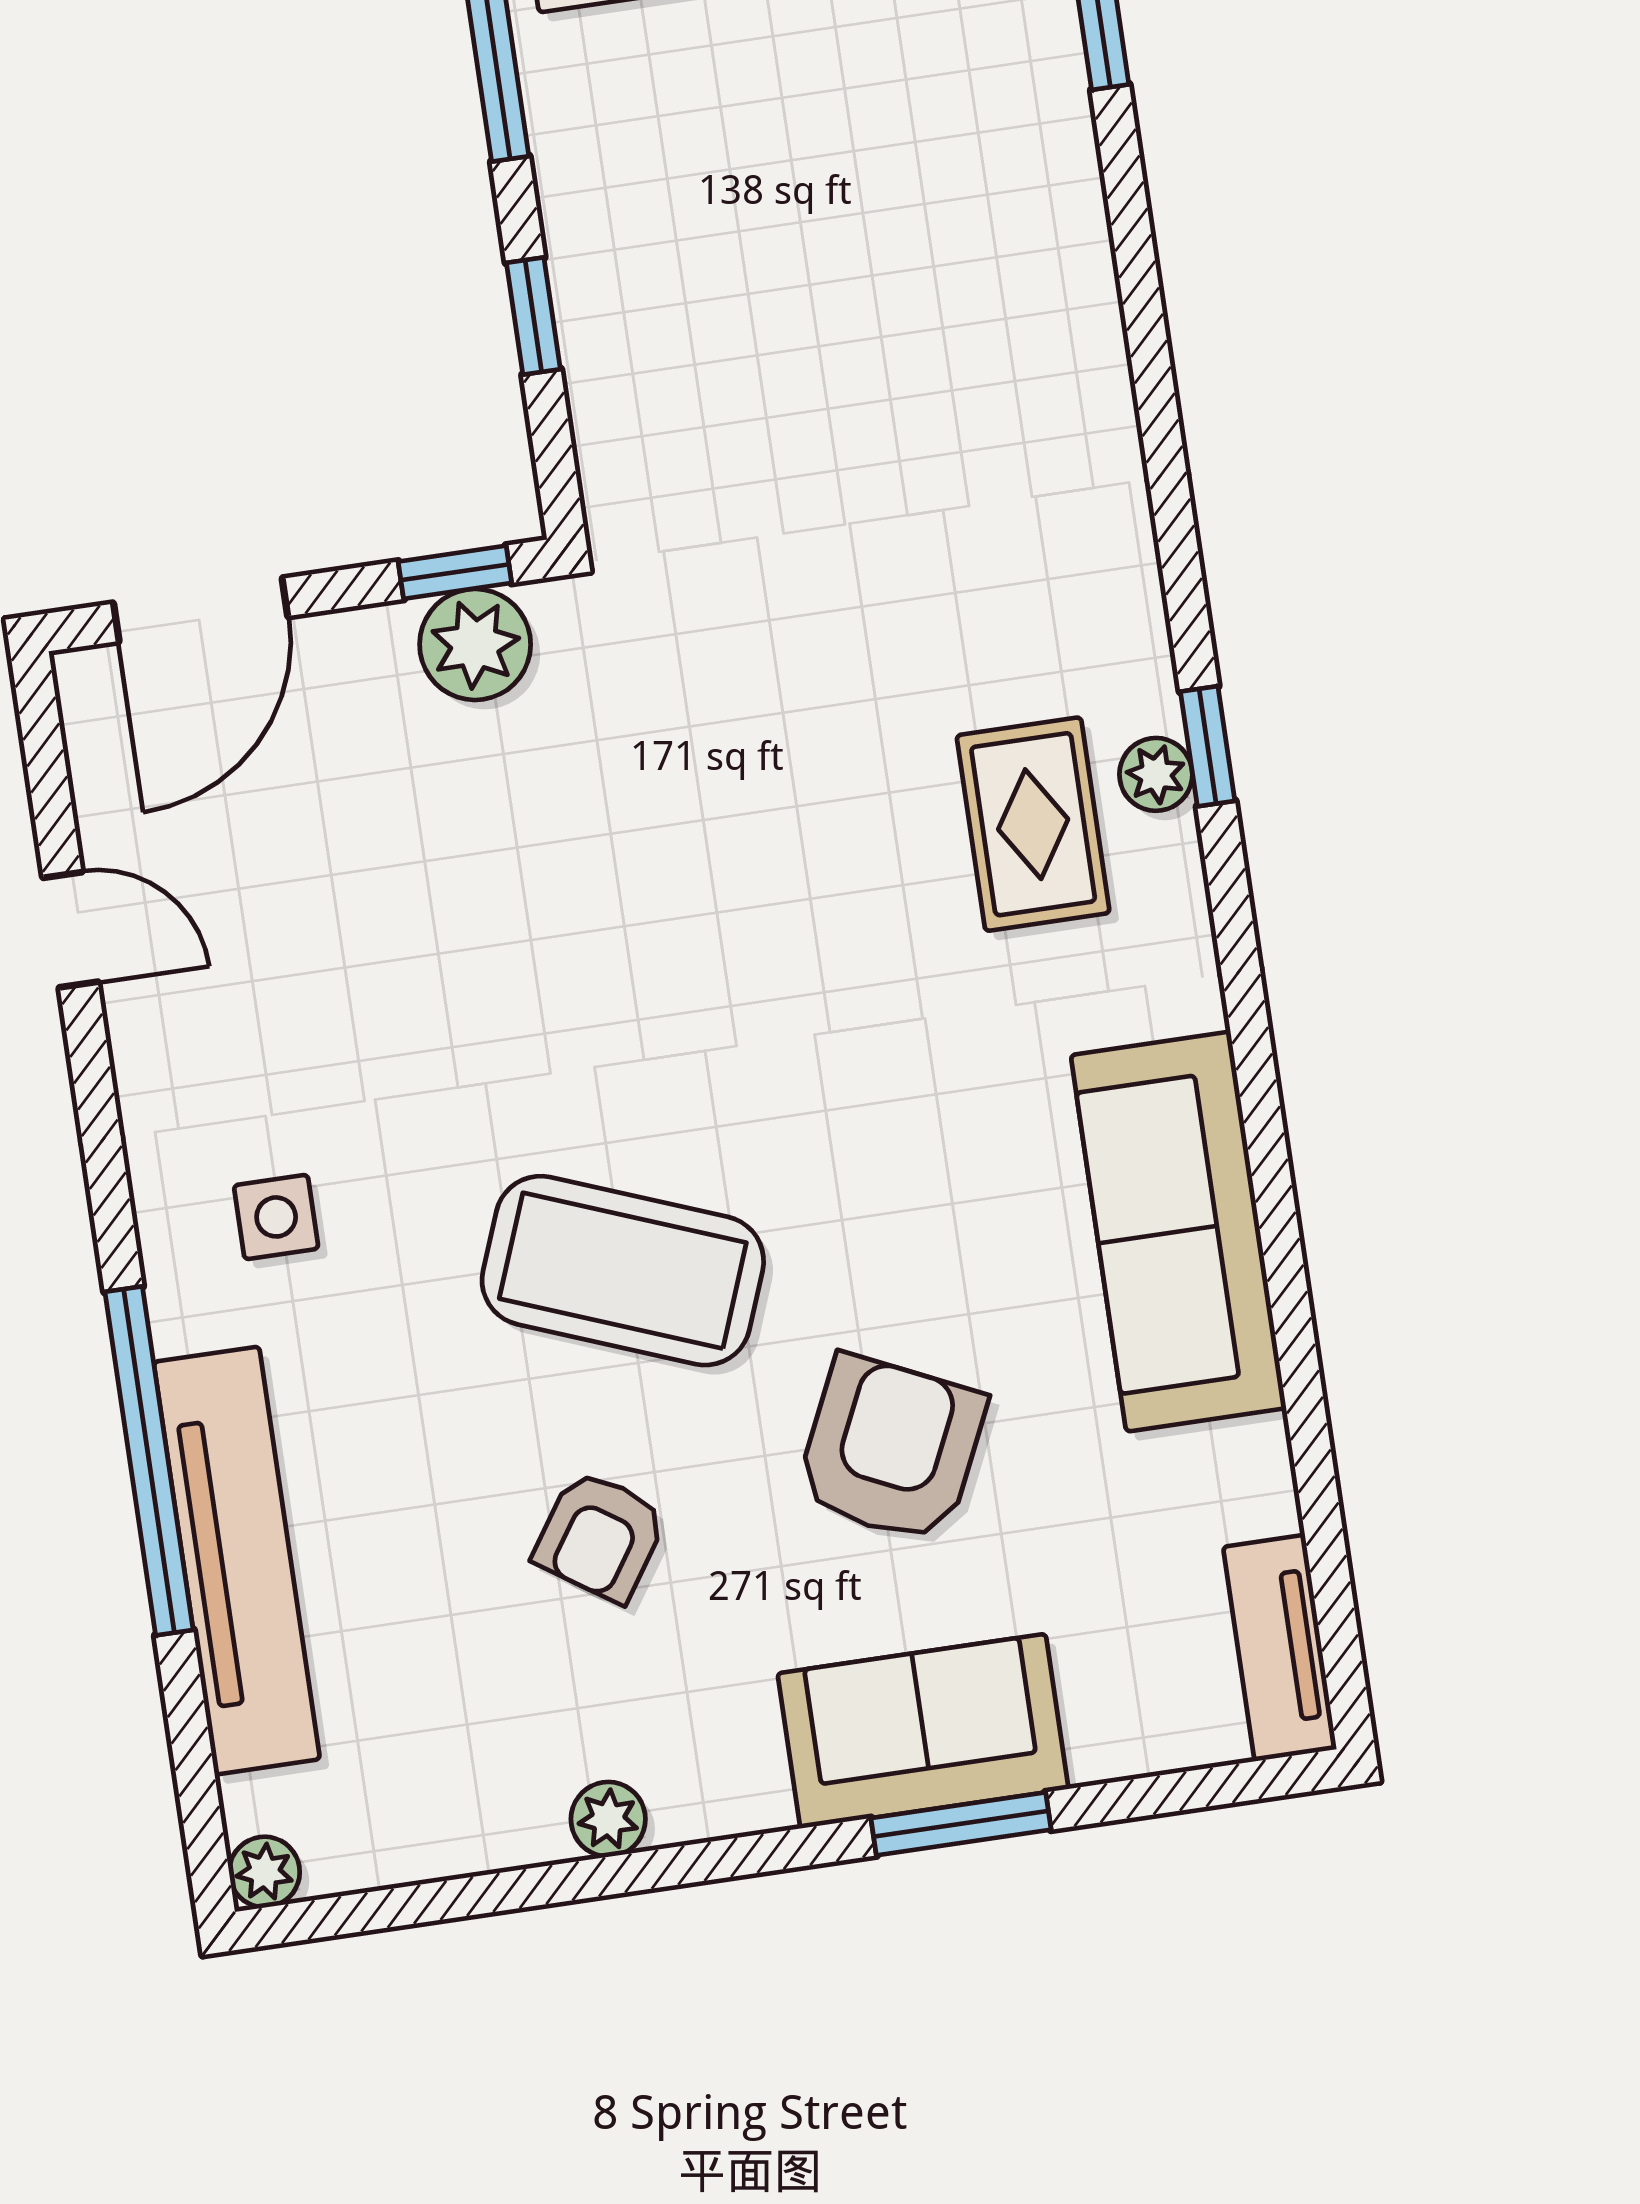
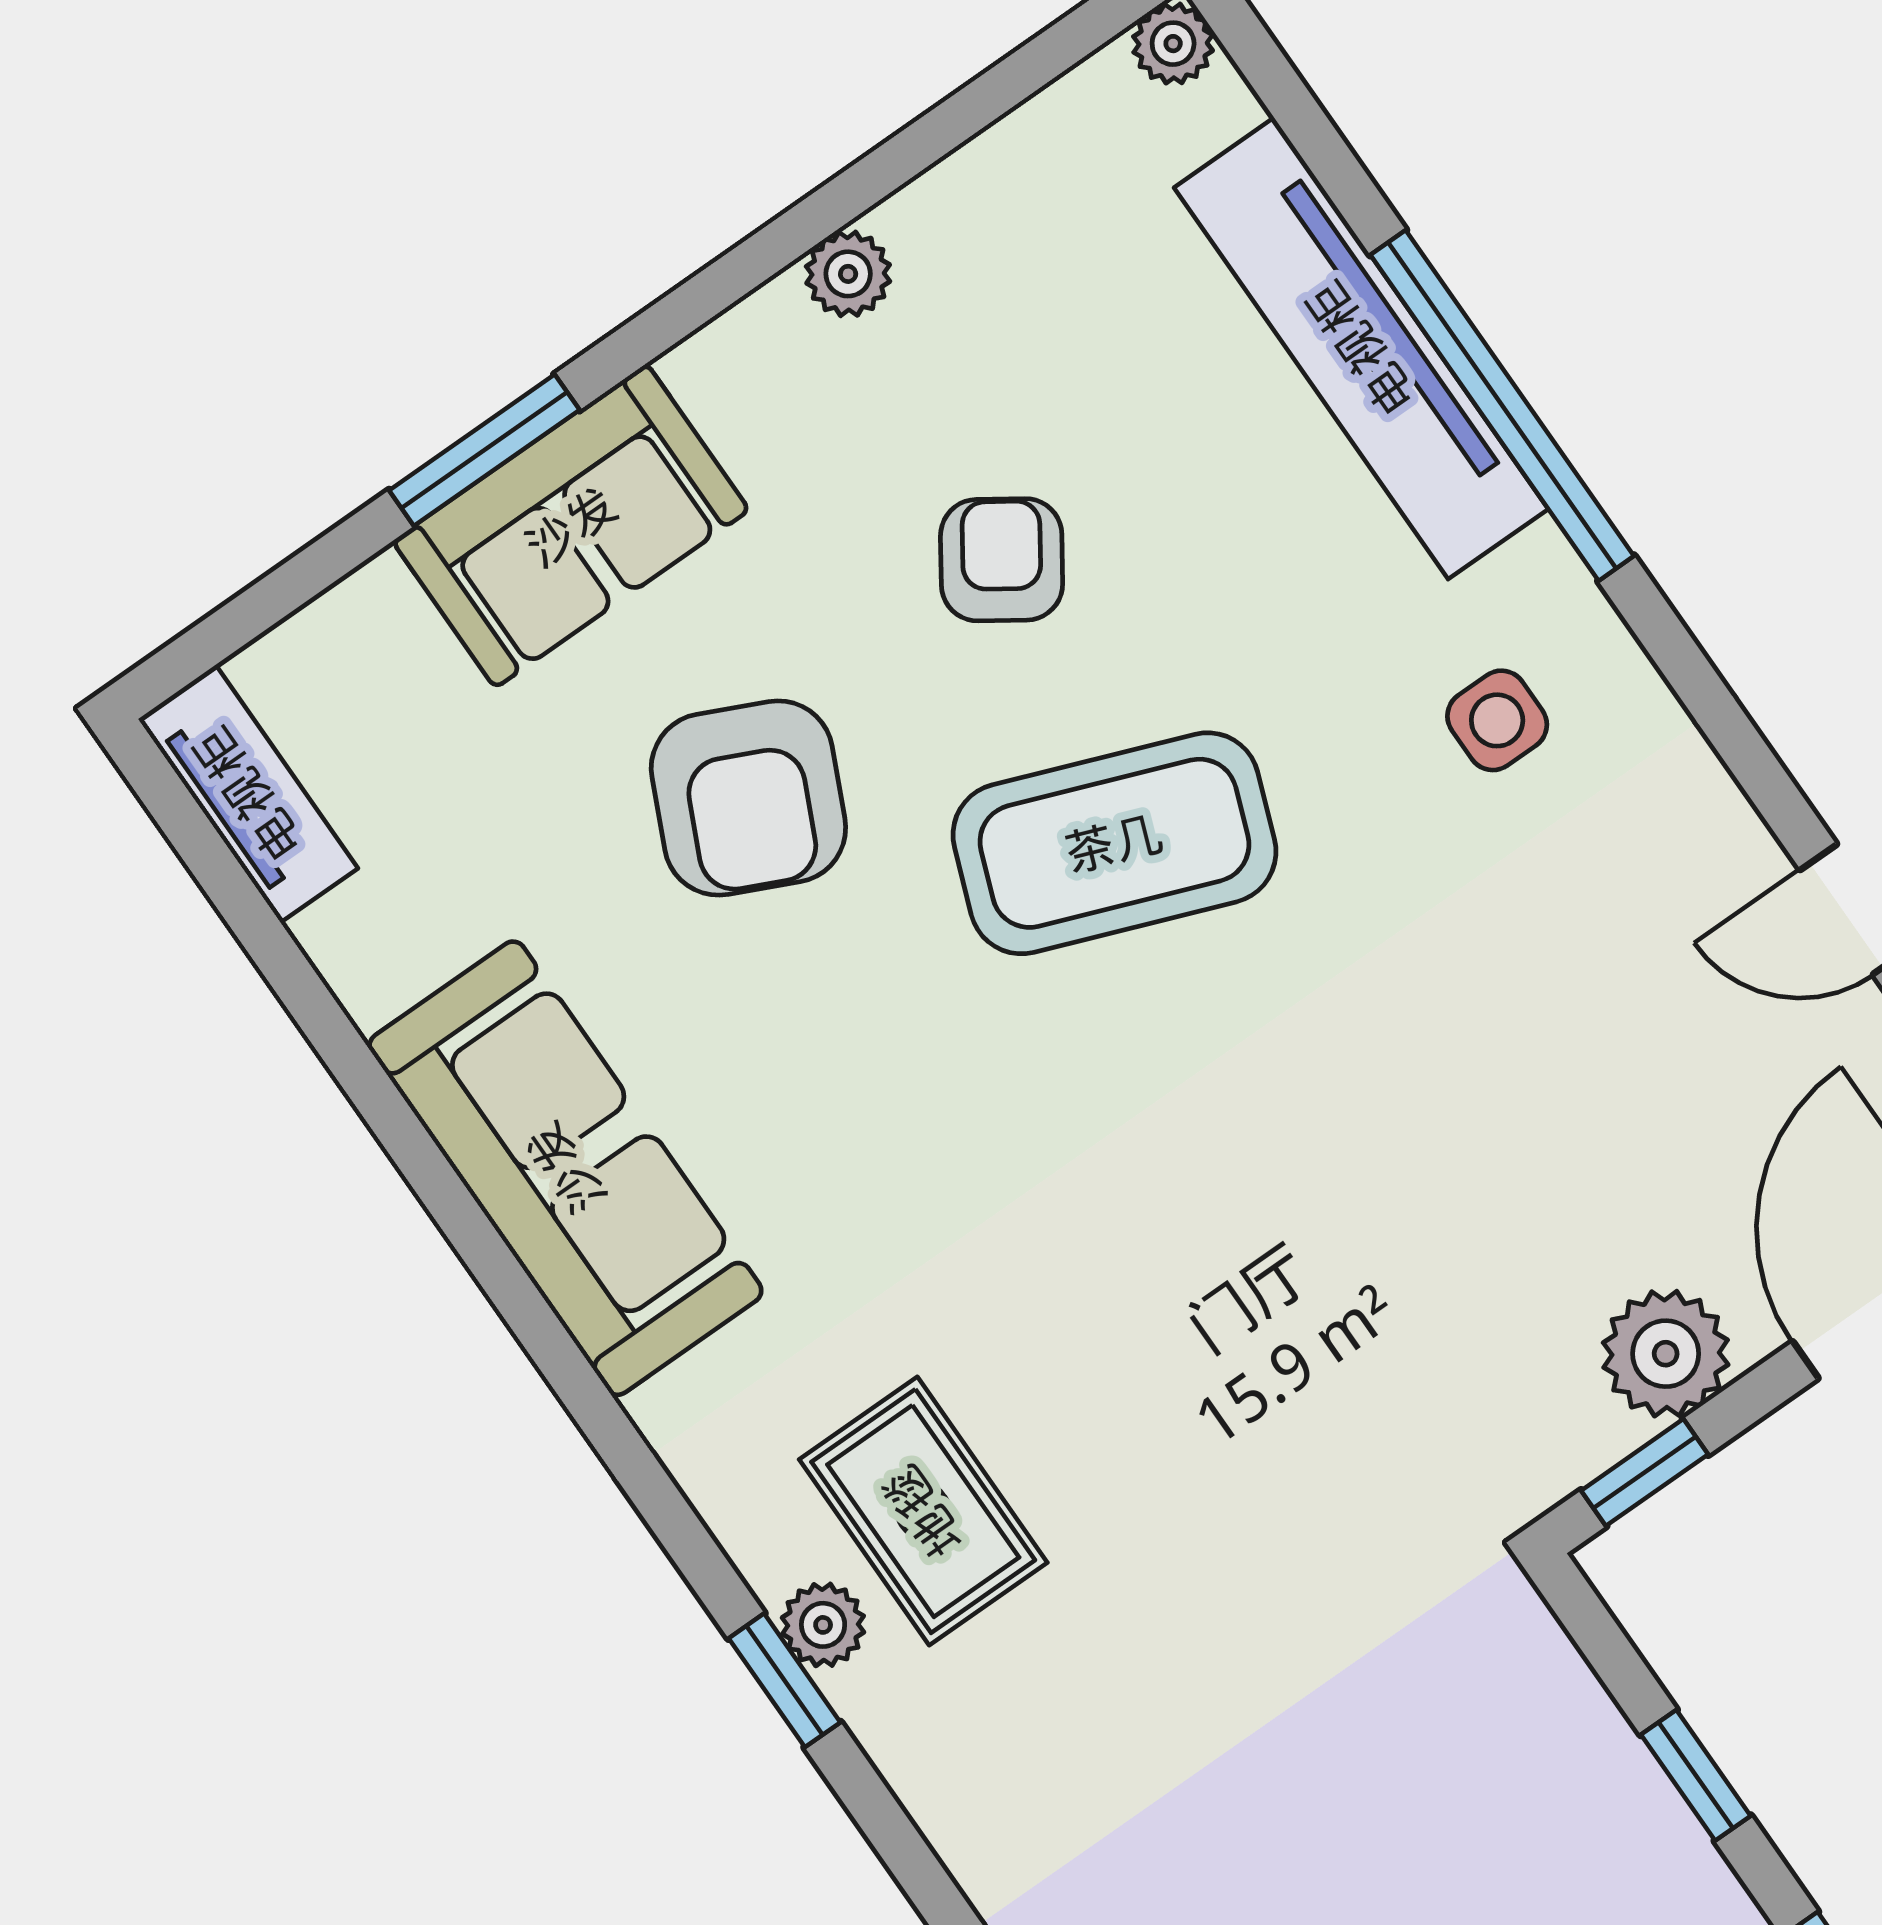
plant: (475, 645) -> (1666, 1354), moved

